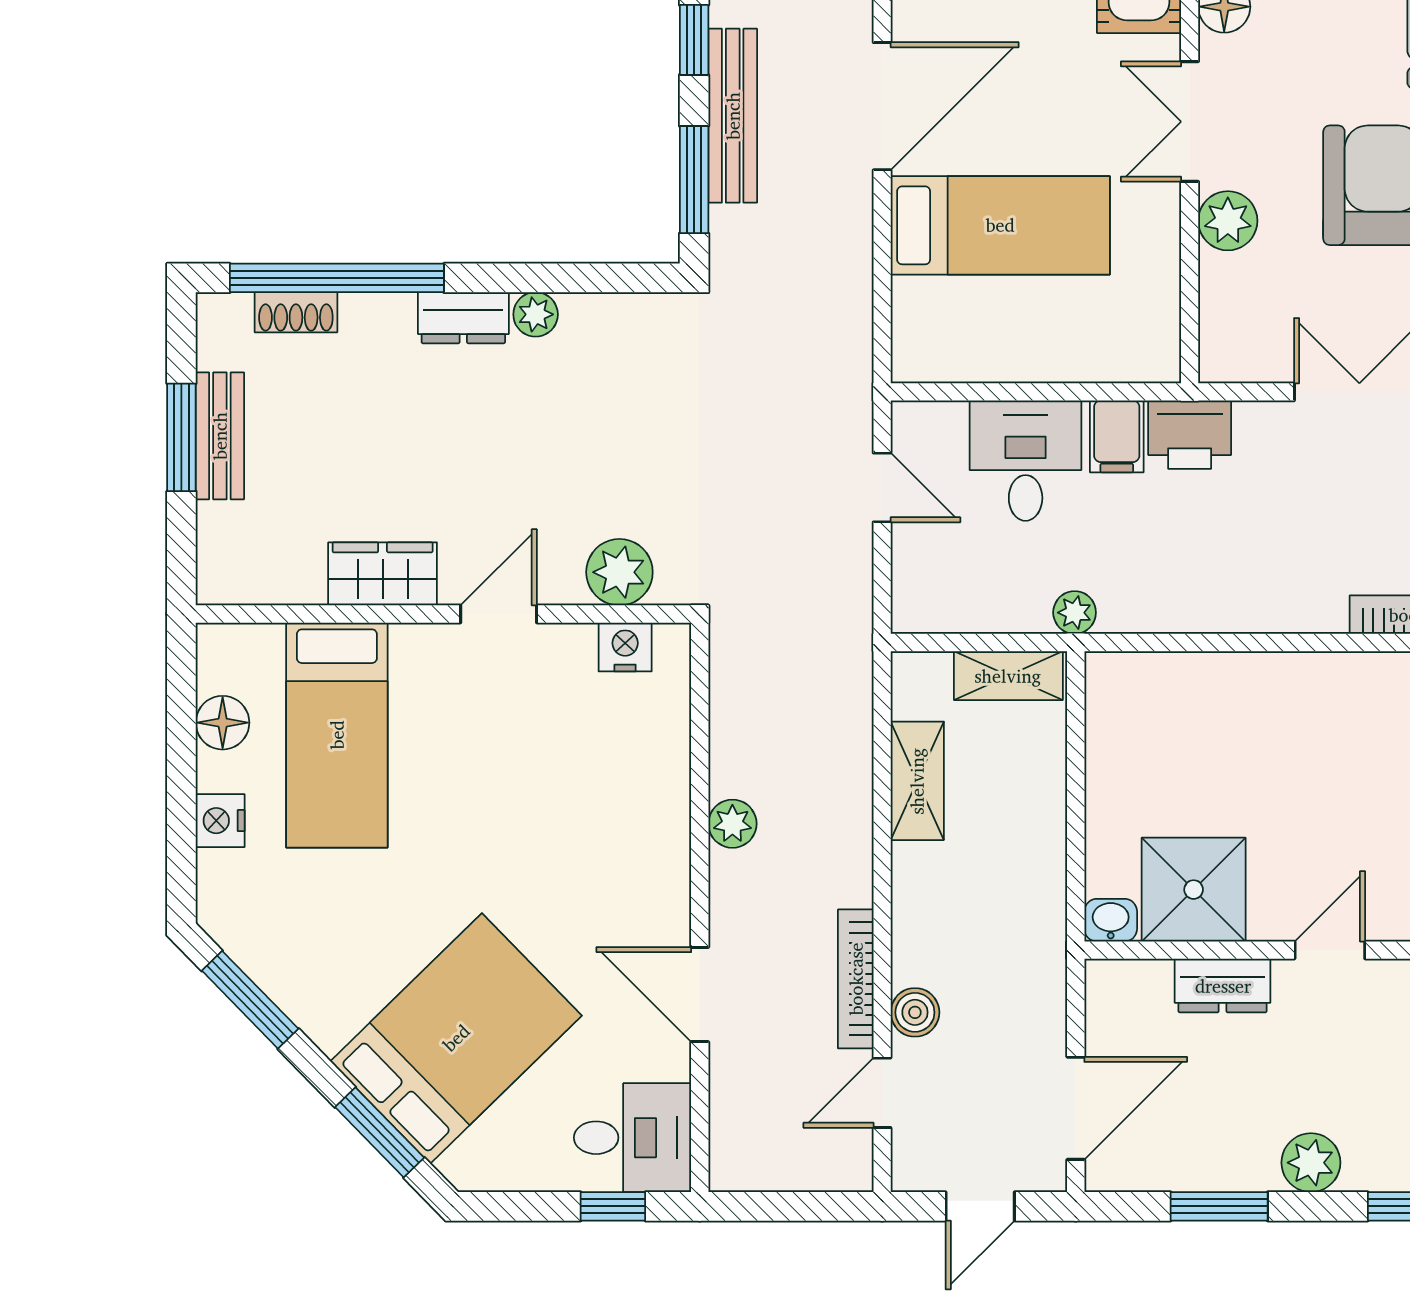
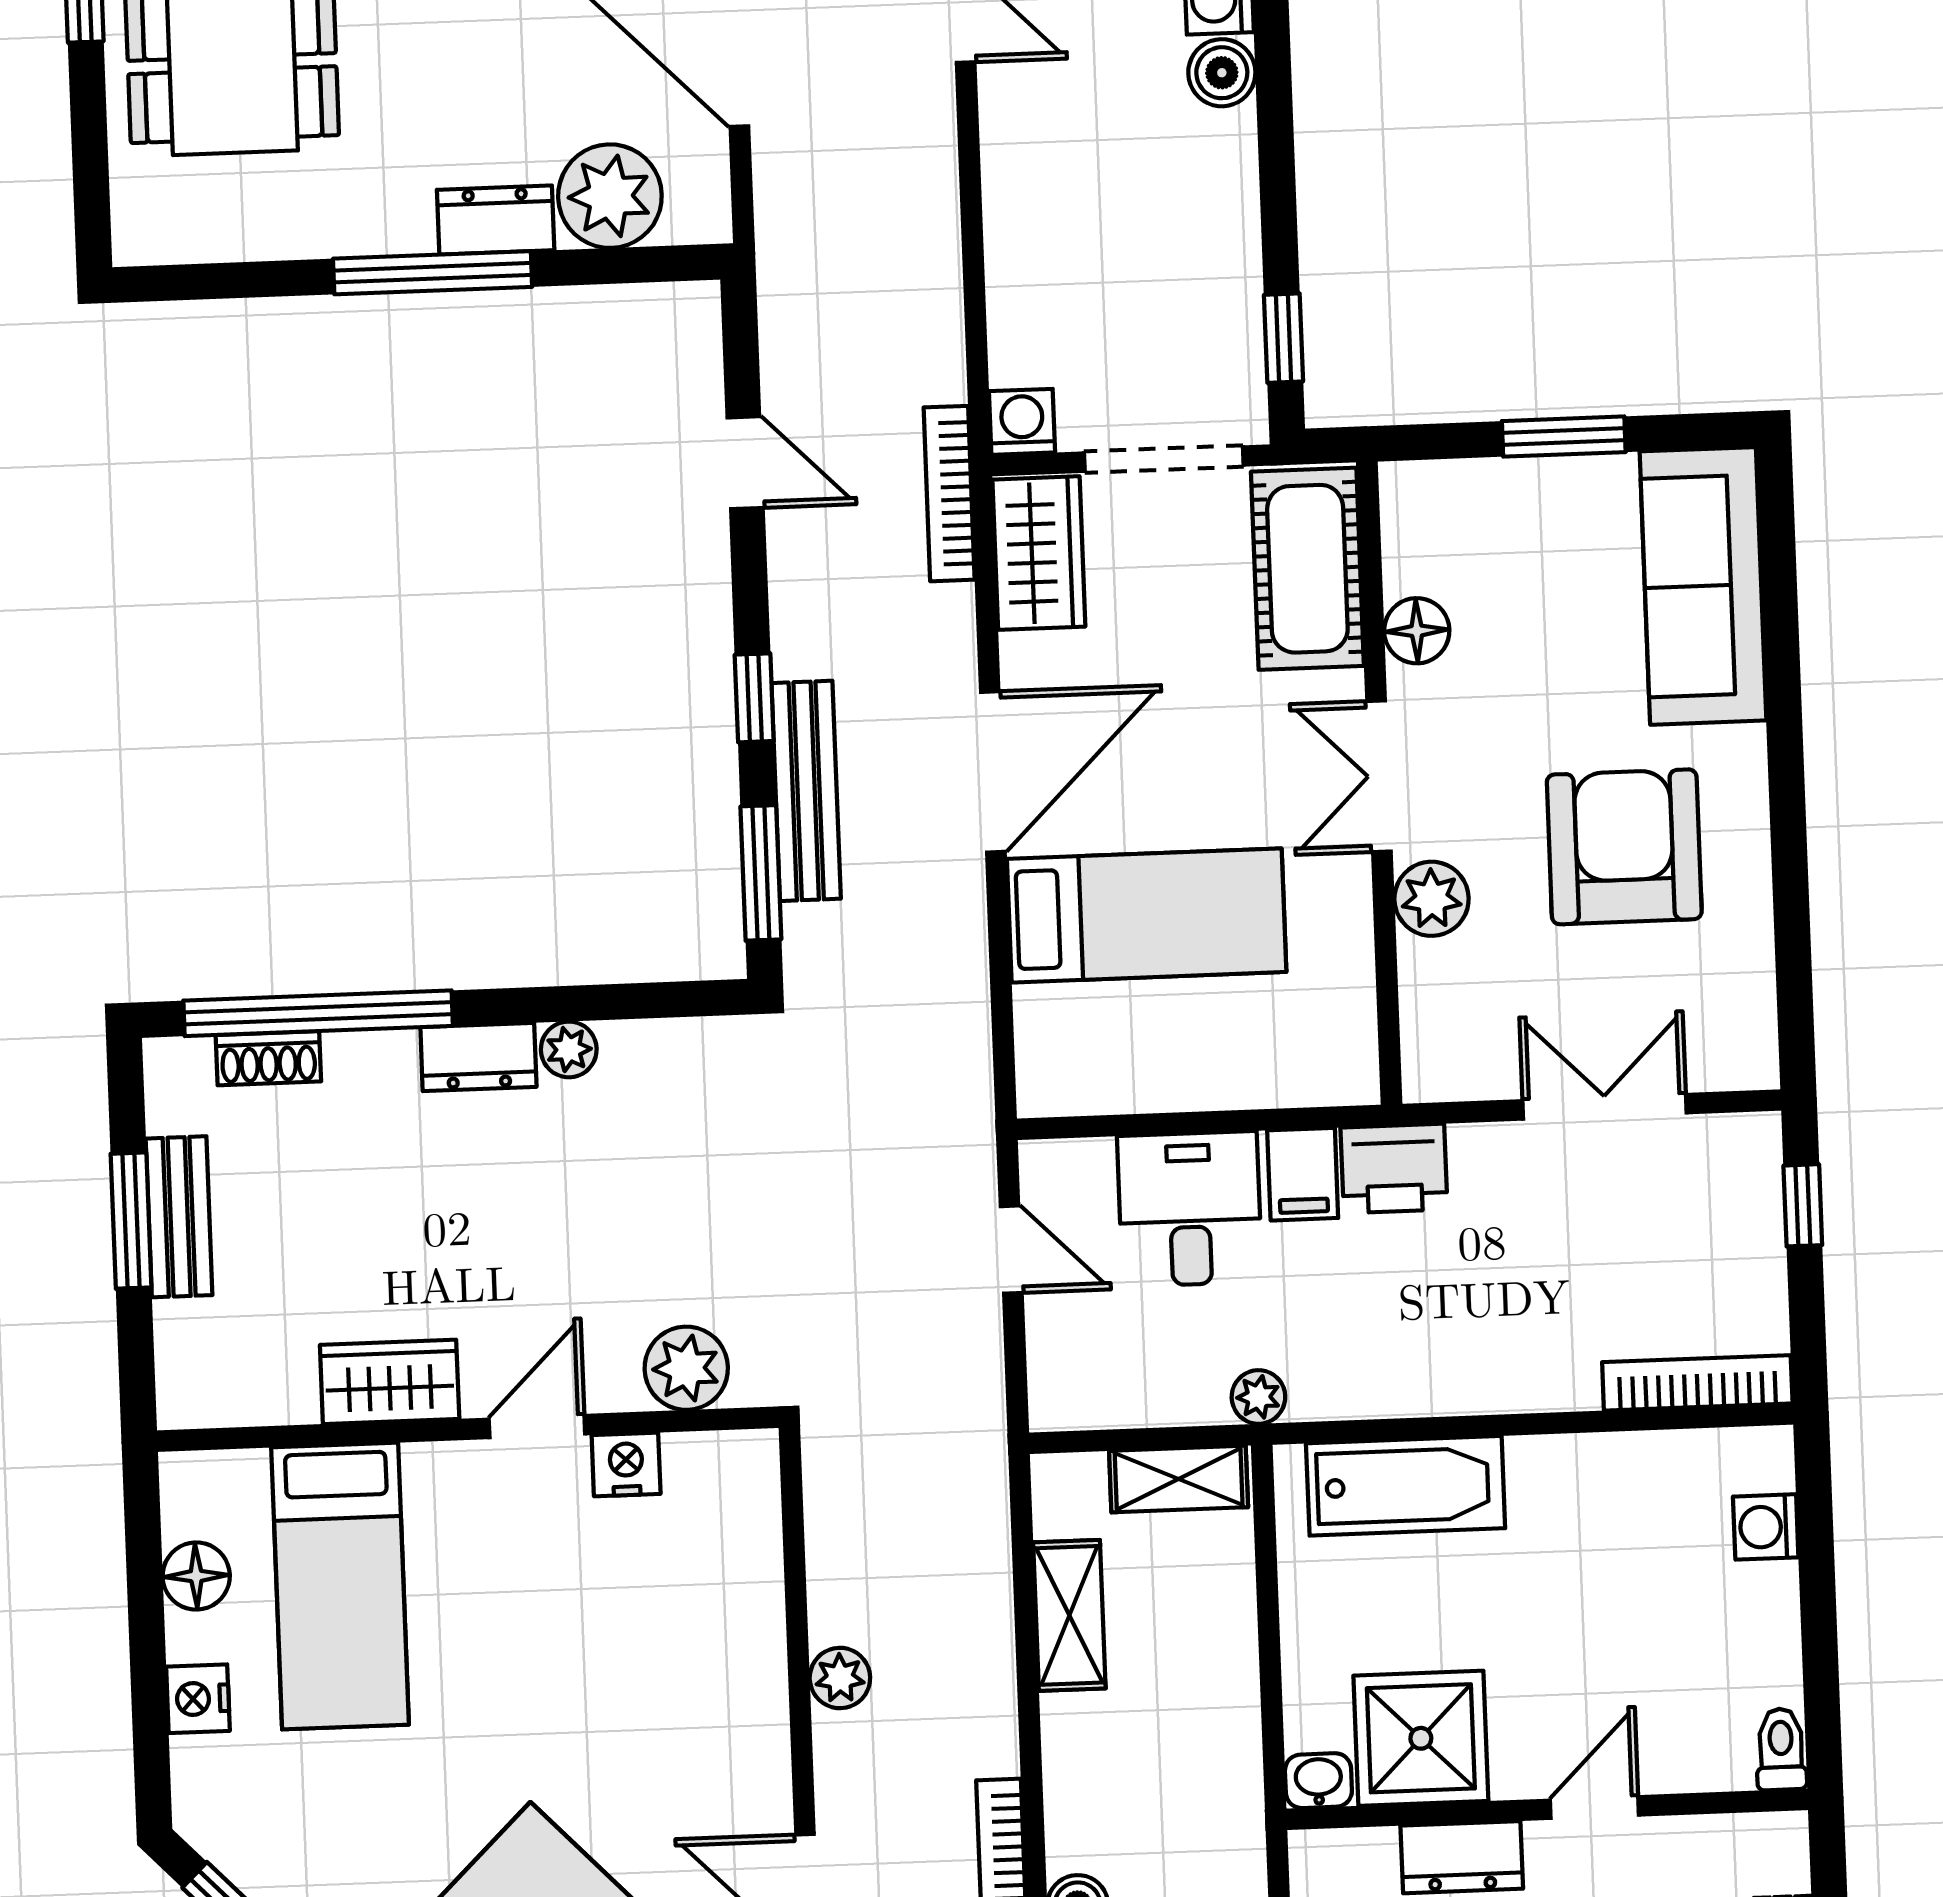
nightstand: (625, 647) -> (626, 1464), moved
bathtub: (1189, 688) -> (1406, 1486), added

